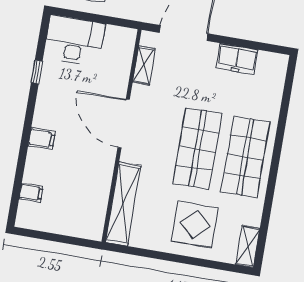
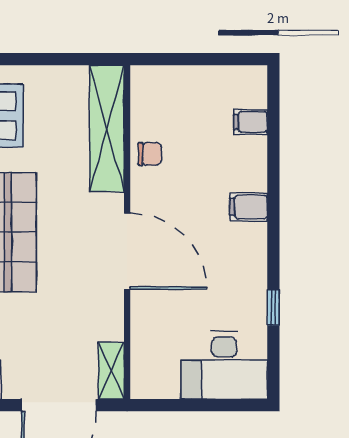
shelving: (144, 65) -> (111, 371), moved
chair: (99, 183) -> (150, 154), added

